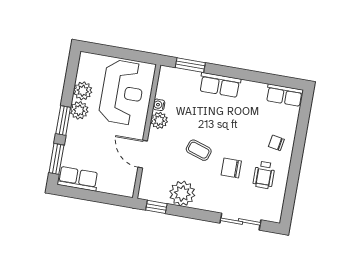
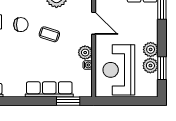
row of seats: (220, 85) -> (49, 89), width x1.48
window: (63, 120) -> (162, 68), moved

